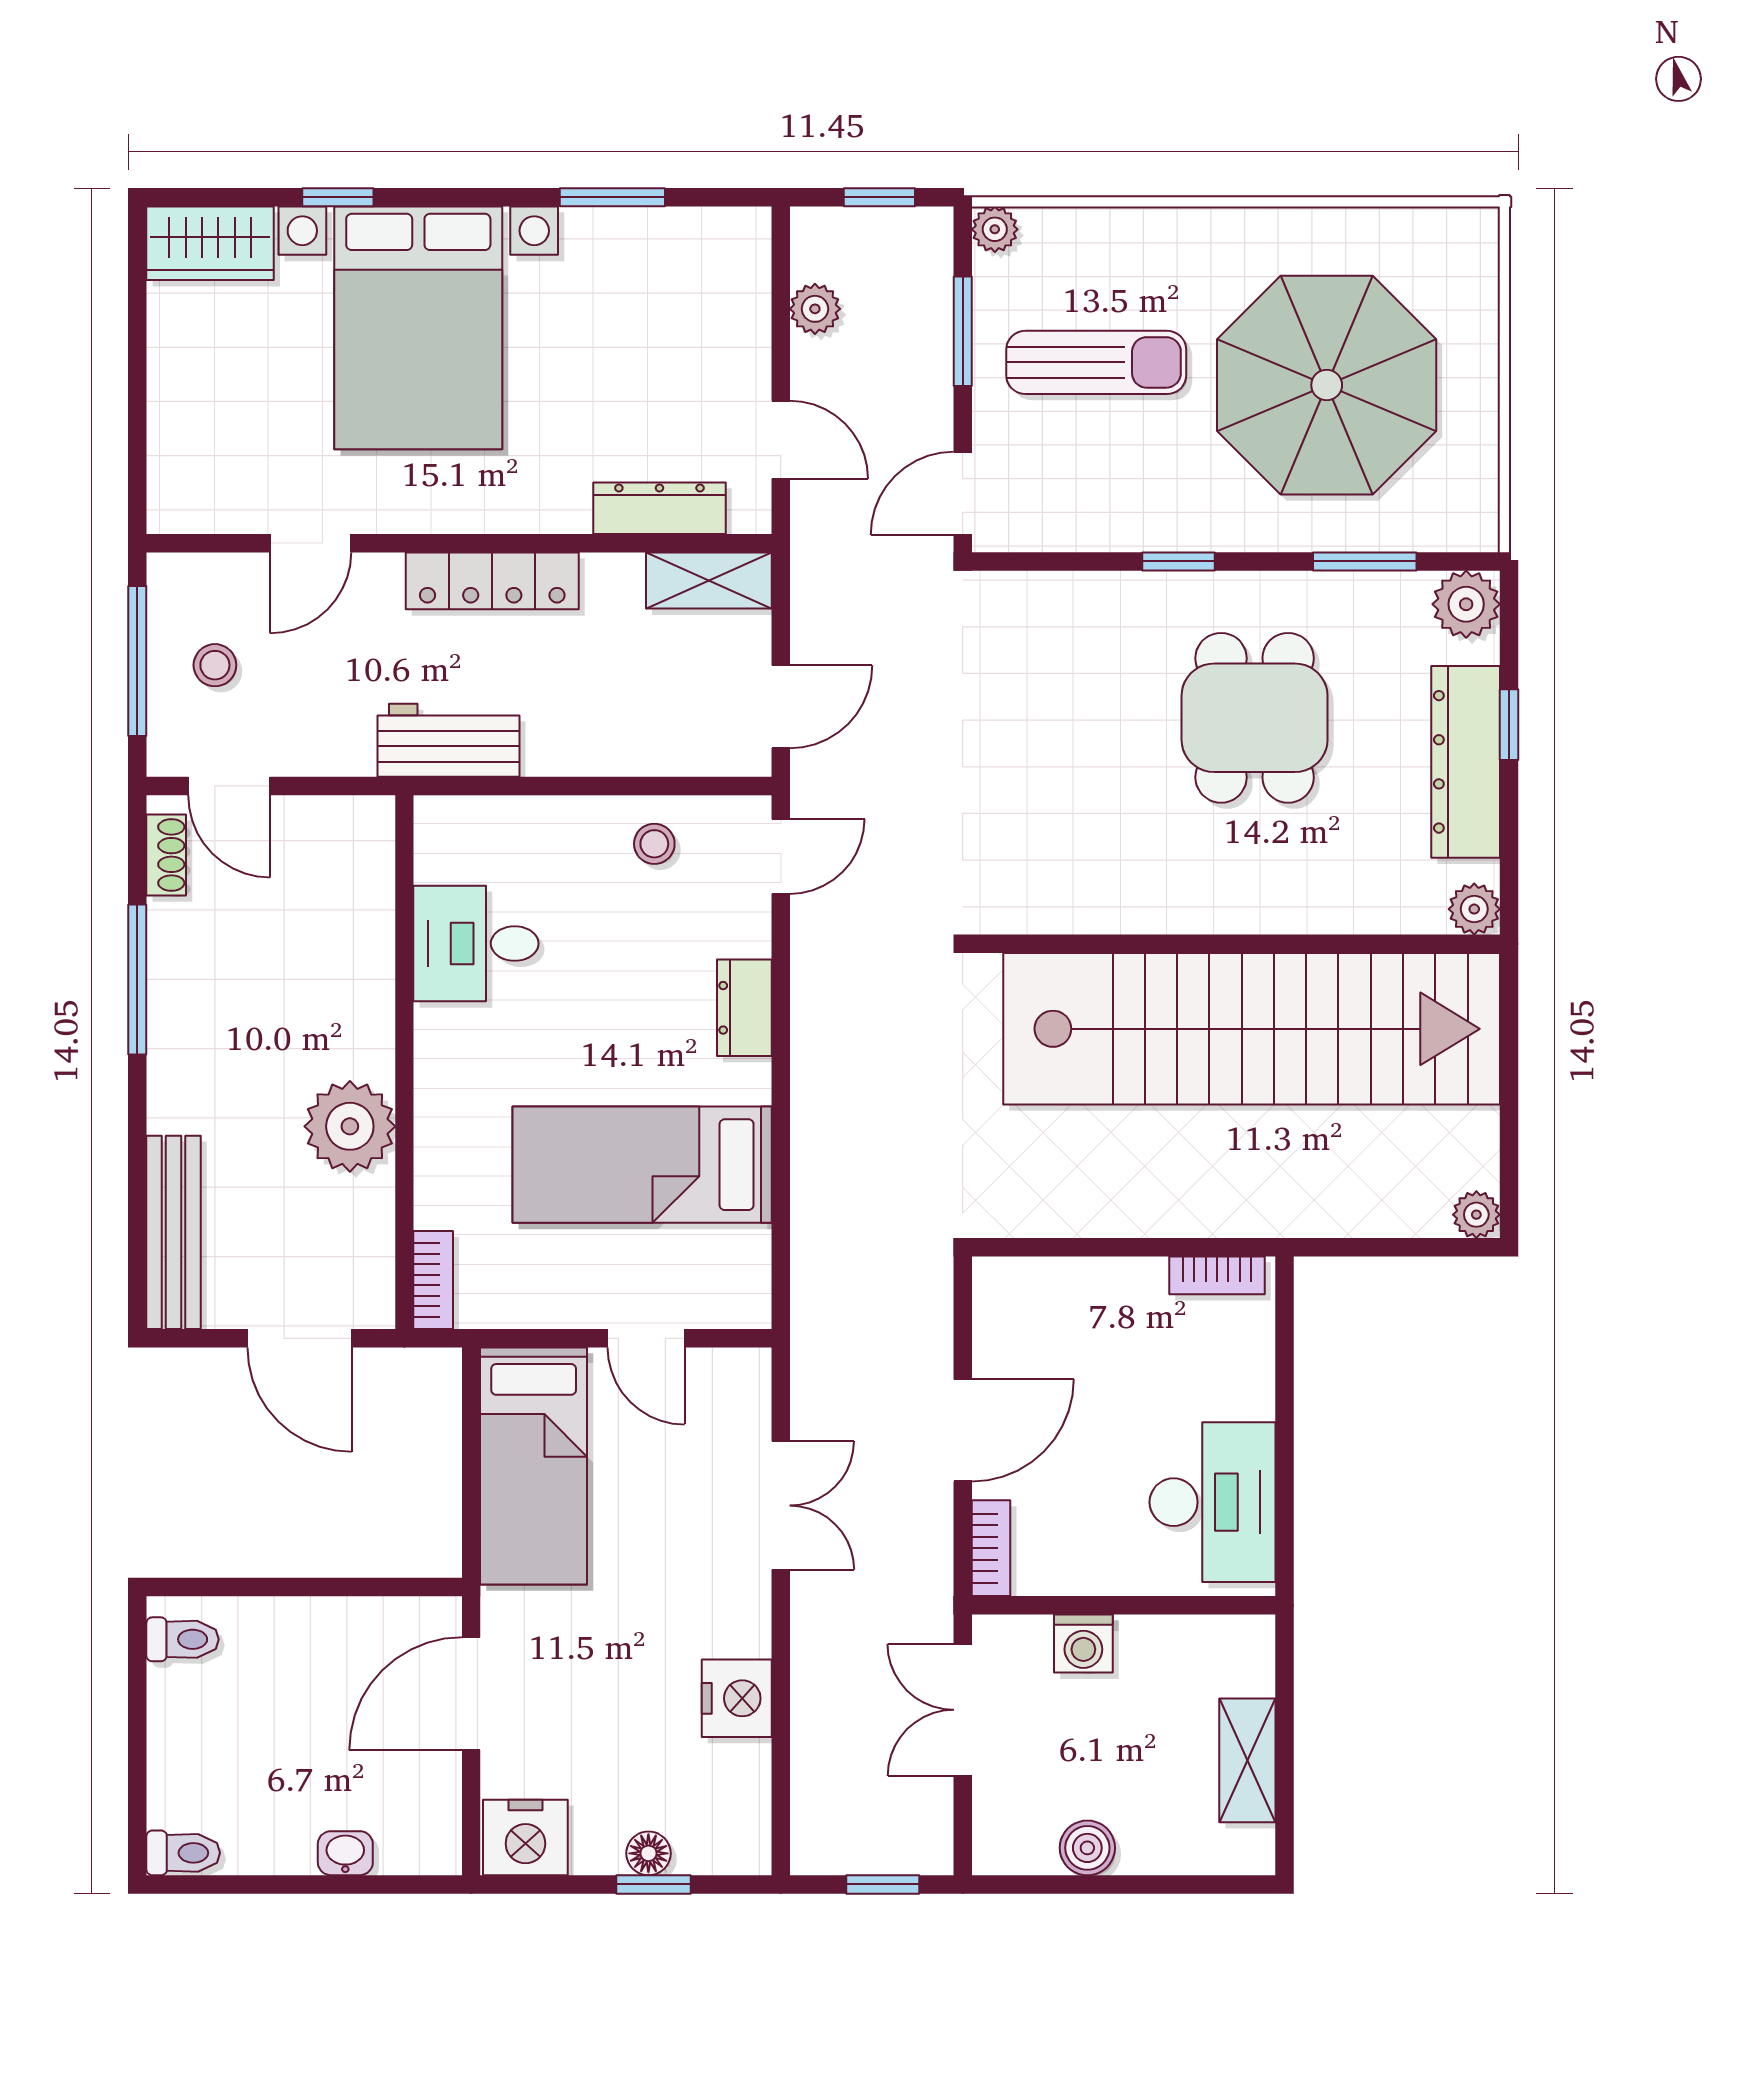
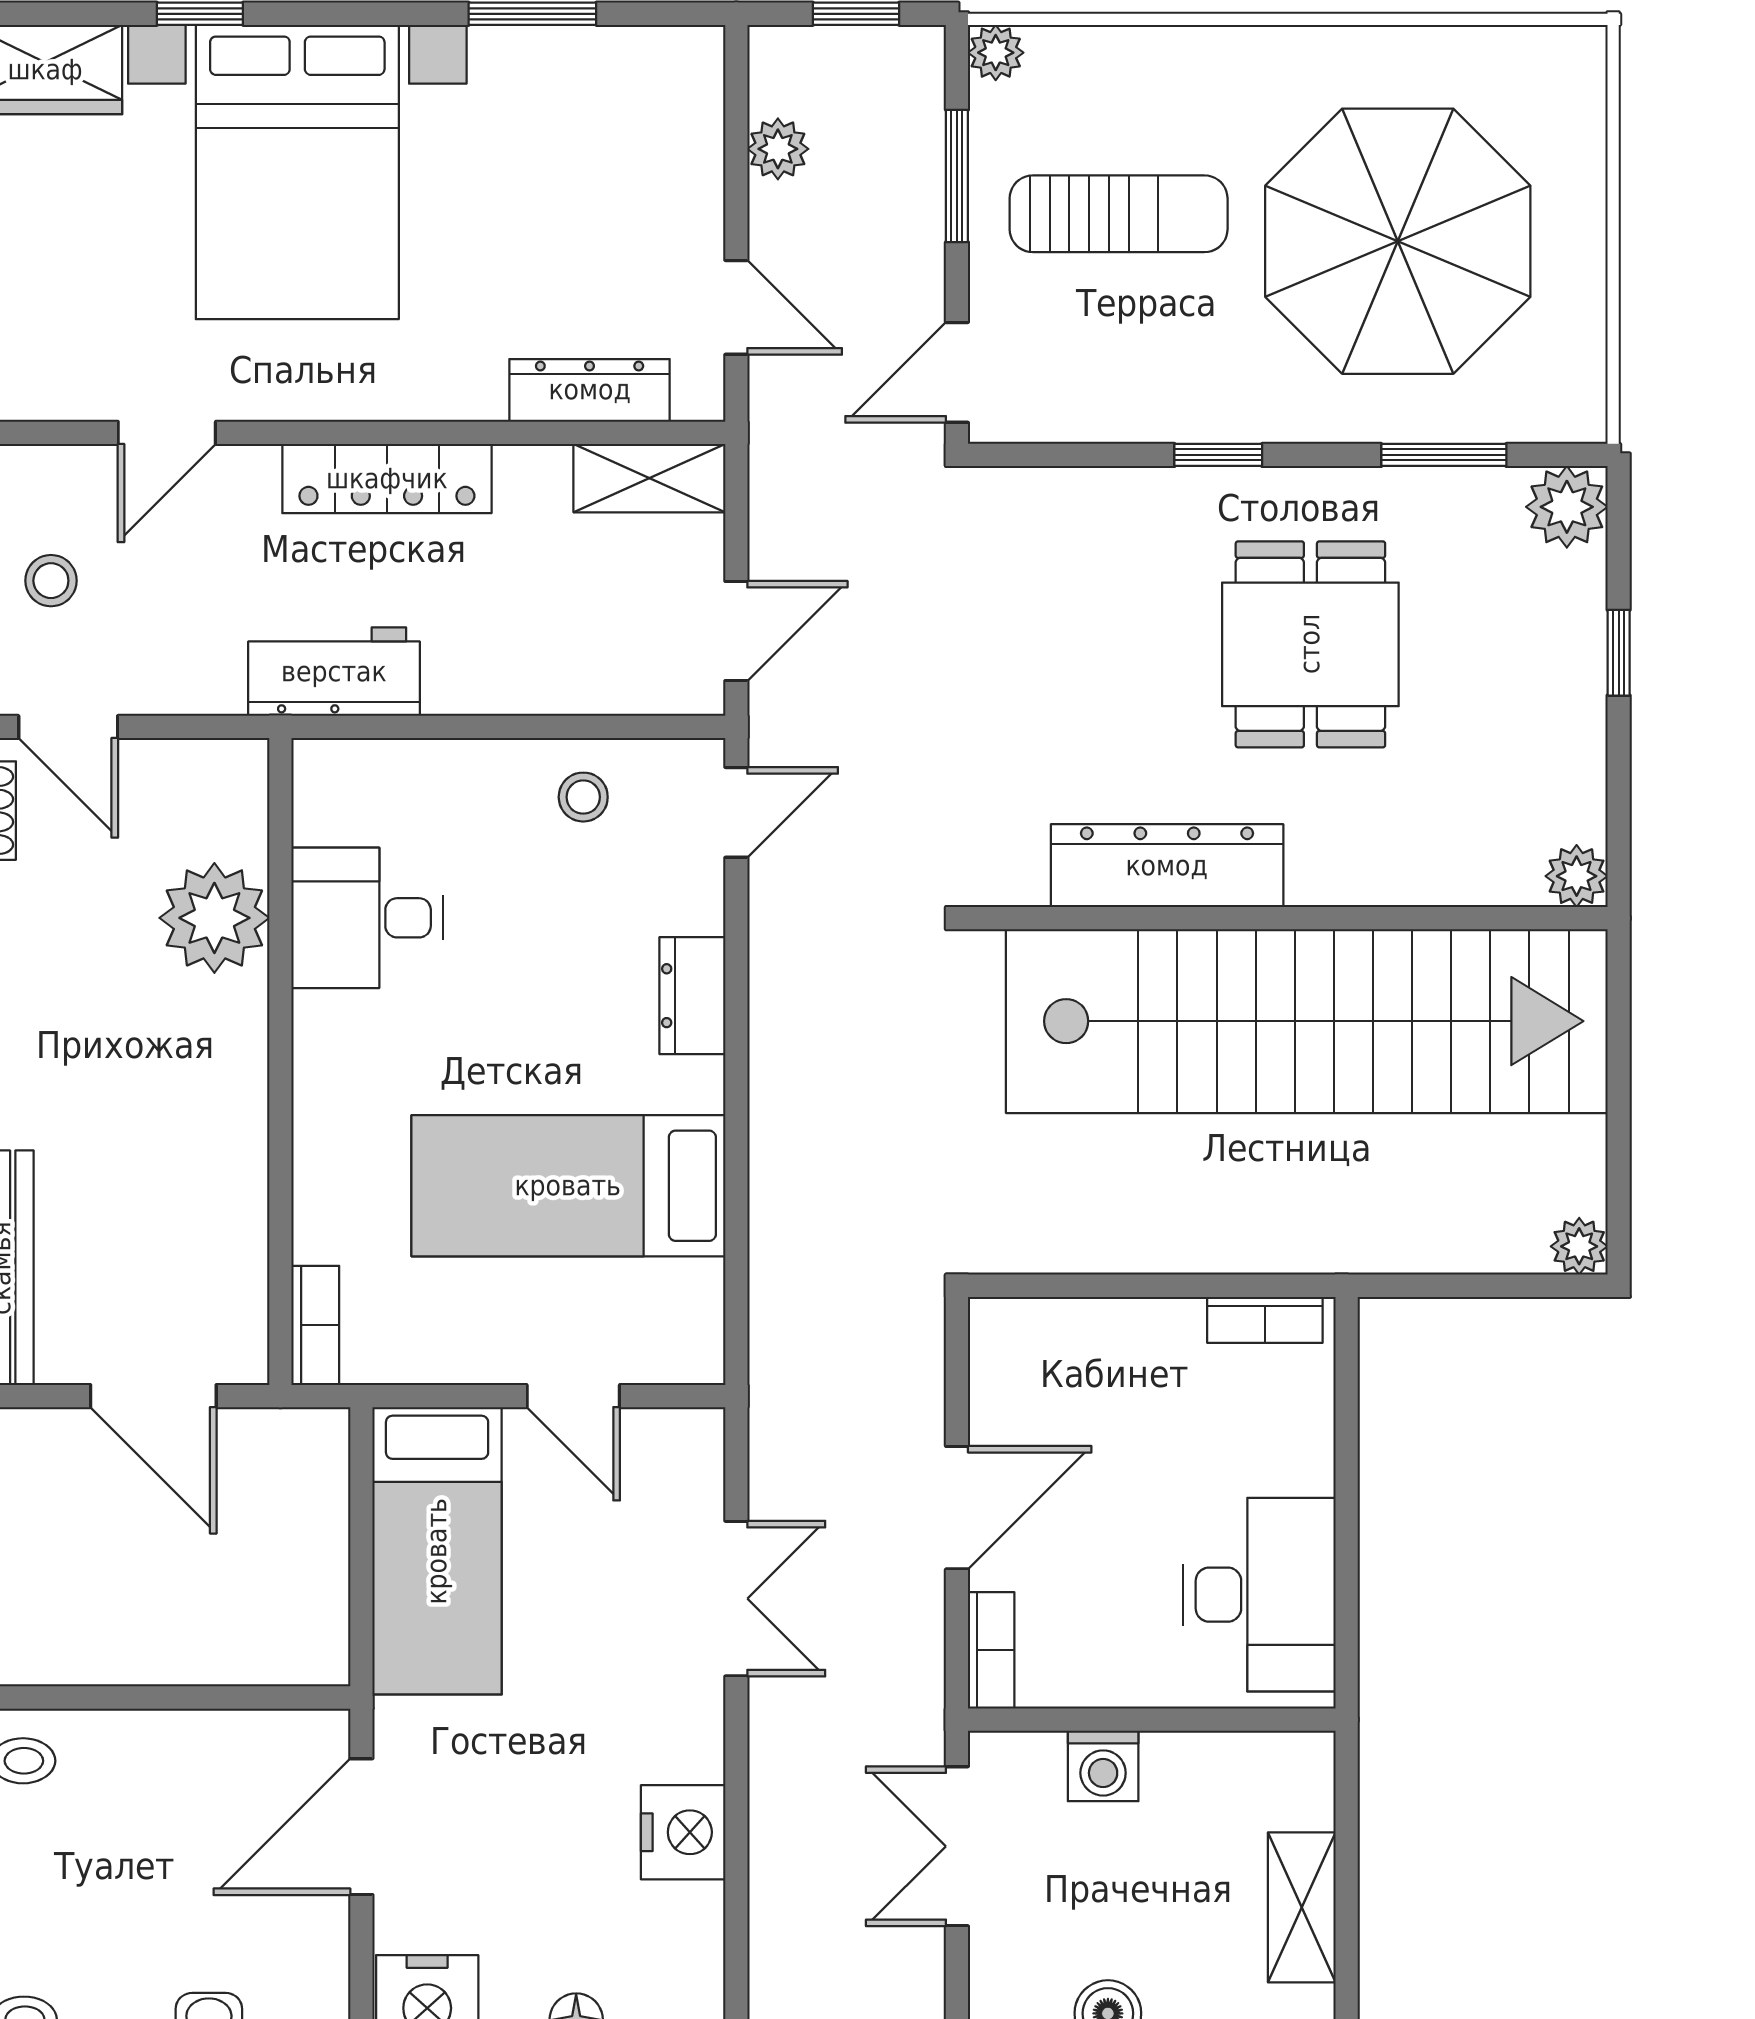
dresser: (1466, 762) -> (1167, 866), moved, turned 90
plant: (350, 1126) -> (214, 918), moved

